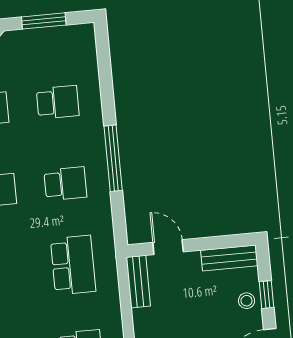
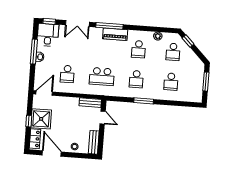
window: (113, 158) -> (144, 101), width x0.69
door: (168, 247) -> (103, 118), hinge flipped
window: (266, 295) -> (76, 155), removed

